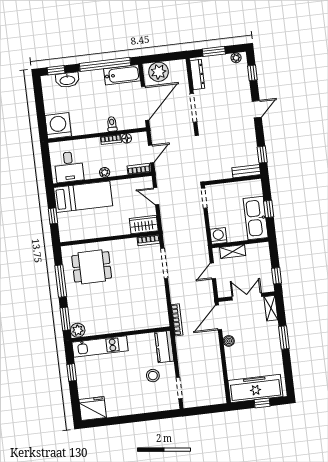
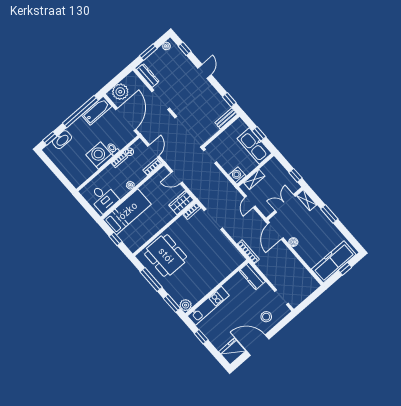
washing machine: (58, 126) -> (99, 156), moved
dining table: (92, 267) -> (166, 256), width x1.38
stool: (153, 376) -> (266, 317), moved
door: (122, 420) -> (258, 345), added

